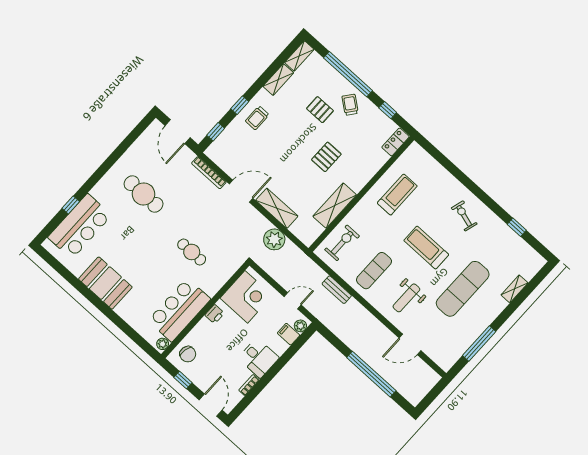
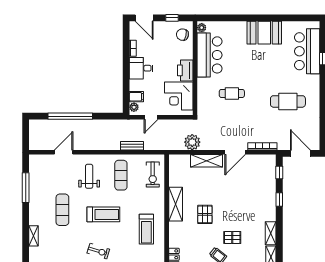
trolley: (257, 118) -> (263, 201), removed
shelving: (335, 206) -> (176, 204), moved
exercise mat: (463, 289) -> (62, 210), width x0.73, depth x0.69
printer: (215, 314) -> (185, 70), width x1.87, depth x1.48

